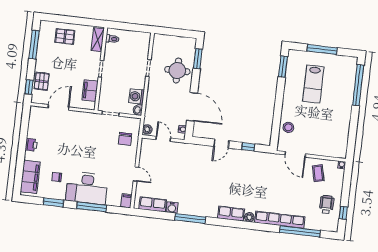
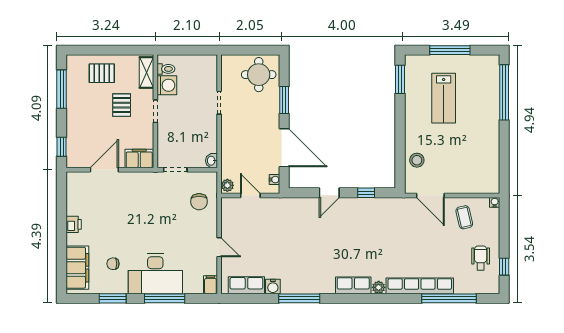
window: (198, 59) -> (284, 100), moved
round table: (177, 71) -> (259, 75), moved
pallet: (42, 81) -> (122, 105), moved
filing cabinet: (90, 91) -> (139, 159), moved, turned 90
washing machine: (136, 96) -> (167, 85), moved, turned 180

